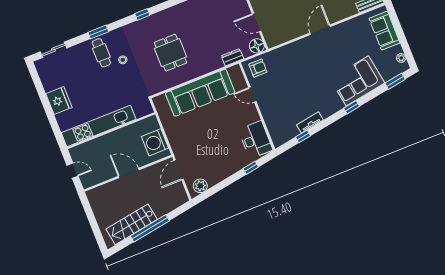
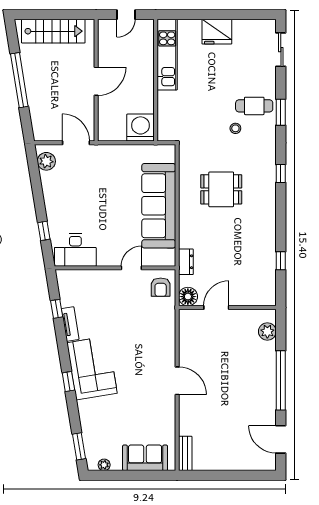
corner sofa: (357, 81) -> (92, 368), moved
kitchen unit: (99, 126) -> (167, 55), width x0.73
washing machine: (155, 142) -> (141, 128), moved
stairs: (132, 224) -> (53, 31), moved, turned 99

